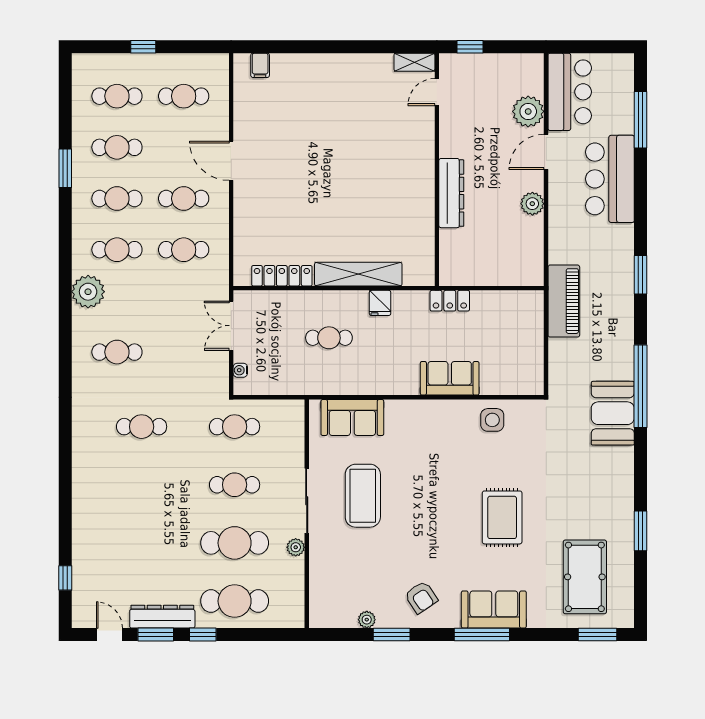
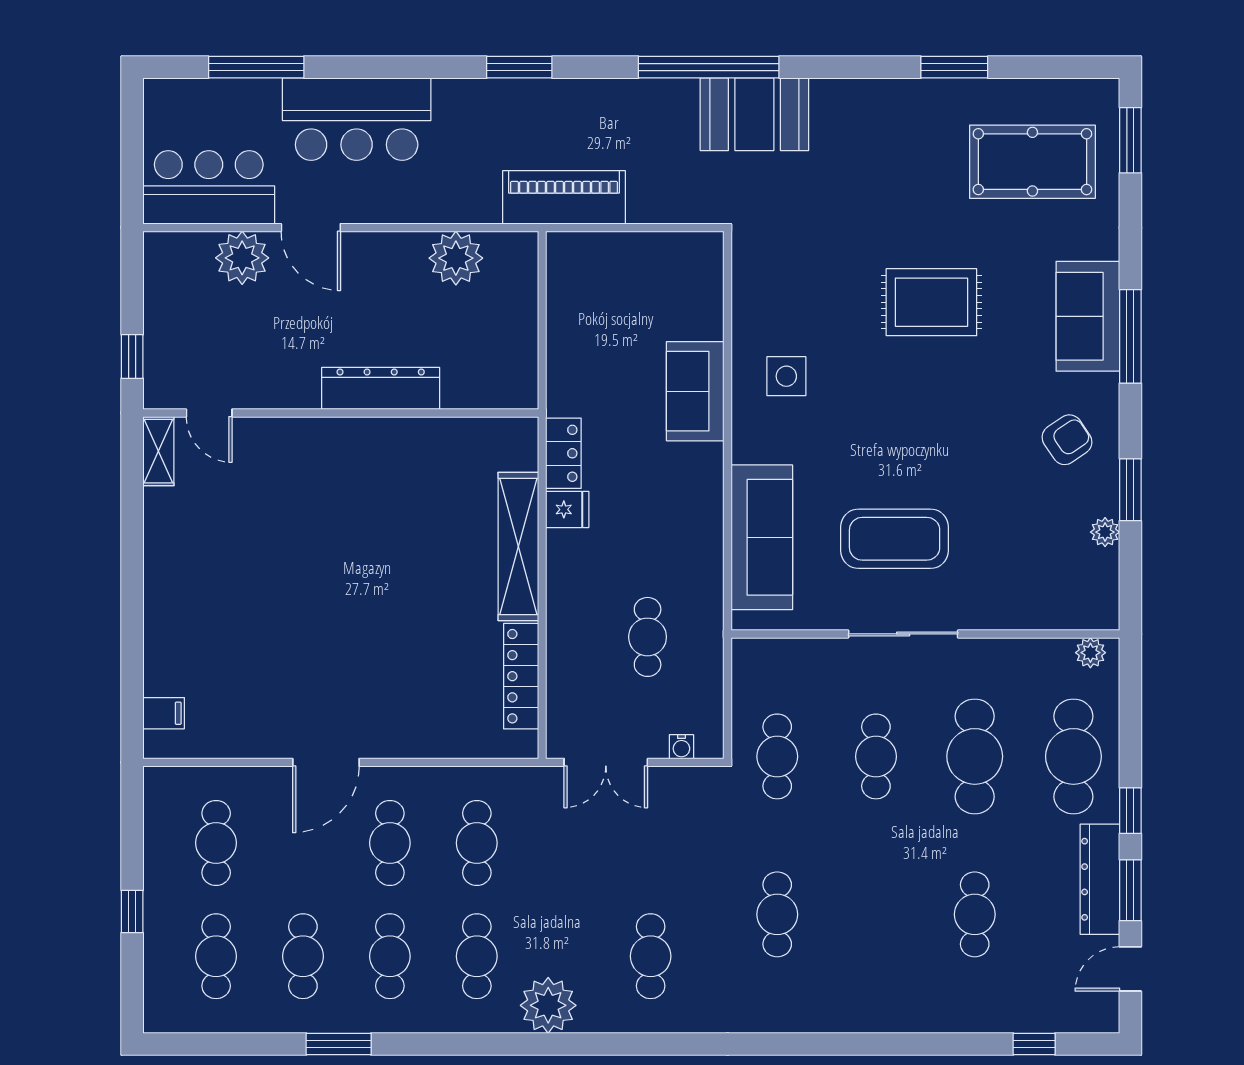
plant: (532, 204) -> (456, 258), moved, width x1.36, depth x1.36
locker: (450, 301) -> (563, 453), moved
cafe table: (329, 338) -> (648, 637), moved
sofa: (352, 417) -> (762, 537), width x1.36
side table: (492, 420) -> (786, 376), moved
cafe table: (142, 543) -> (975, 914), added
plant: (296, 547) -> (1090, 653), moved

